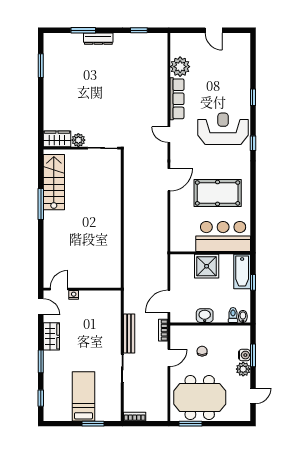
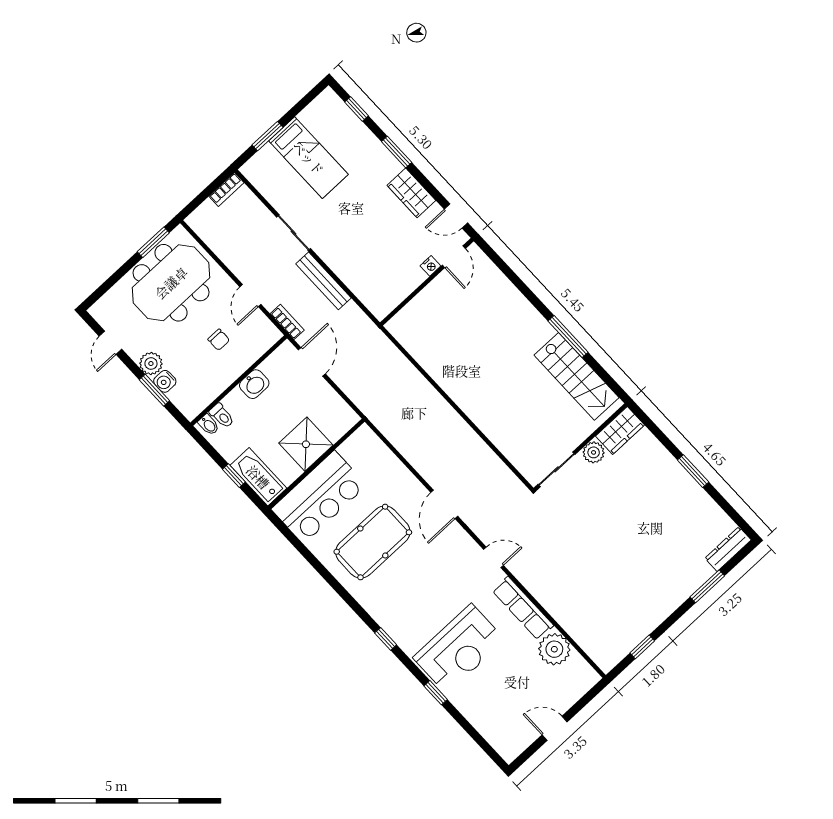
dresser: (98, 39) -> (728, 549), moved
window: (41, 66) -> (693, 471), moved
reception desk: (223, 129) -> (459, 649), moved

